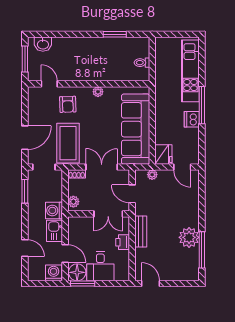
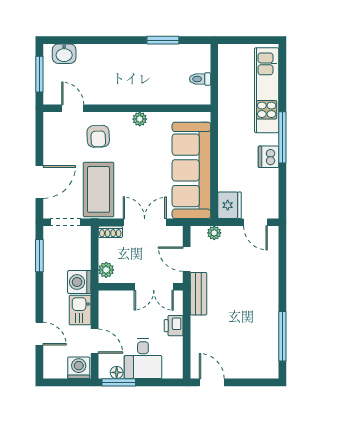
bench: (141, 232) -> (198, 294), moved
plant: (189, 237) -> (265, 319), removed
floor lamp: (77, 272) -> (117, 372), width x0.53, depth x0.53

